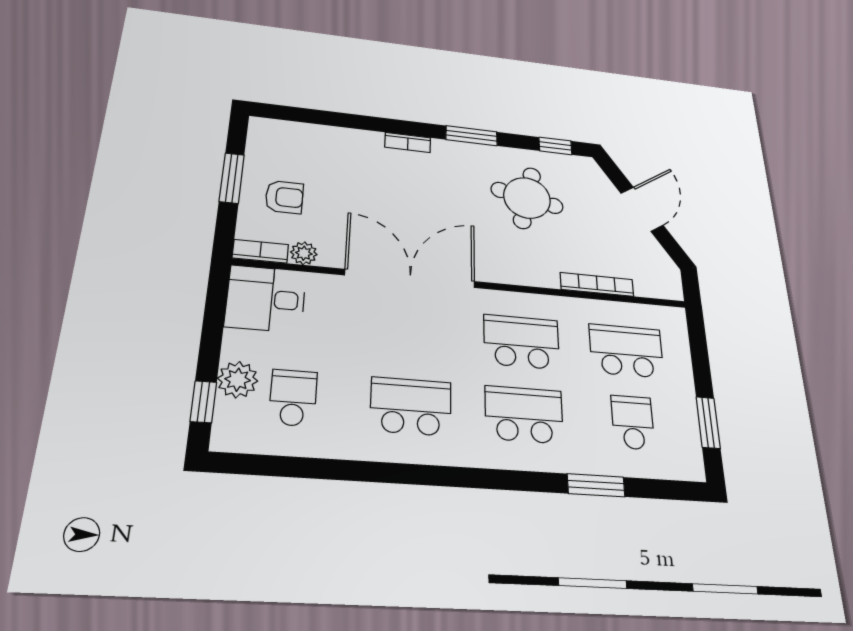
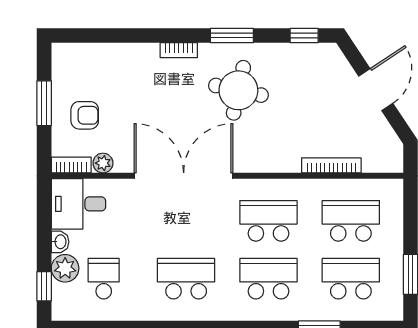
round table: (527, 198) -> (238, 90), moved
washbasin: (234, 344) -> (60, 242), added
school desk: (633, 422) -> (351, 279), width x1.85

